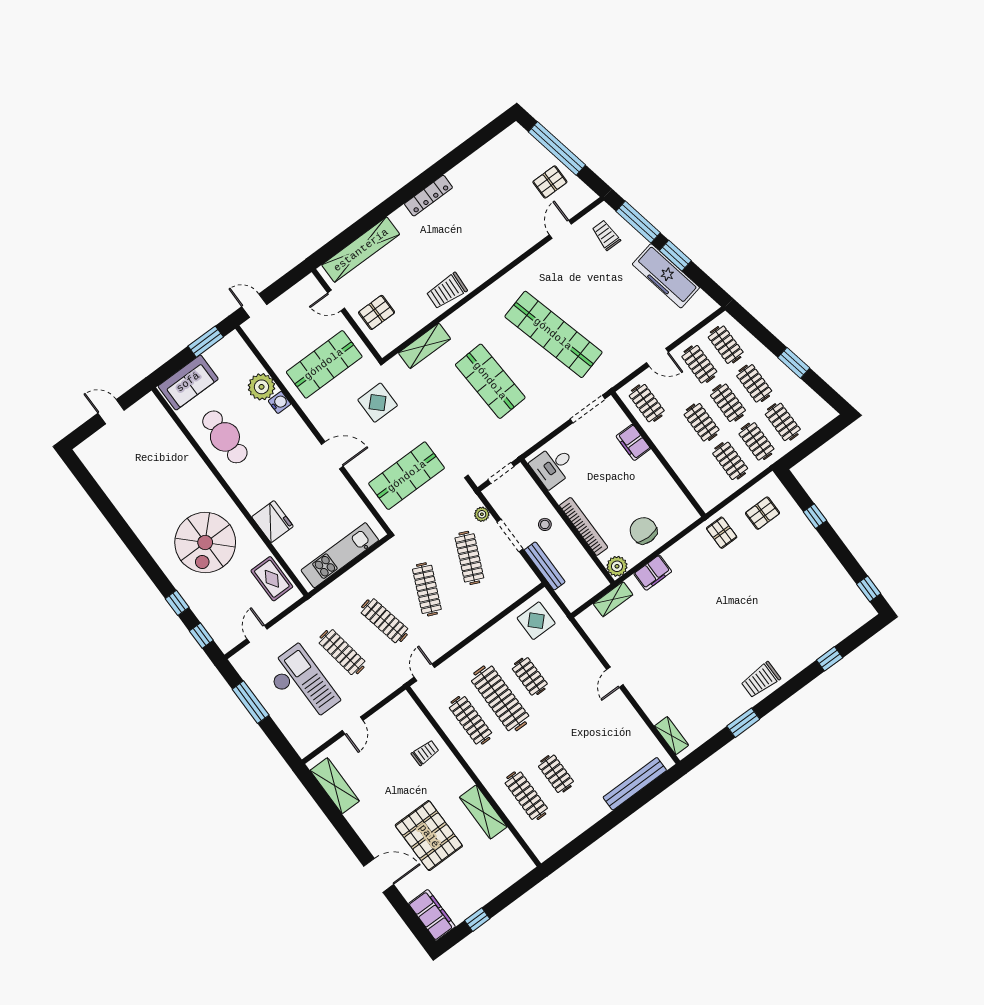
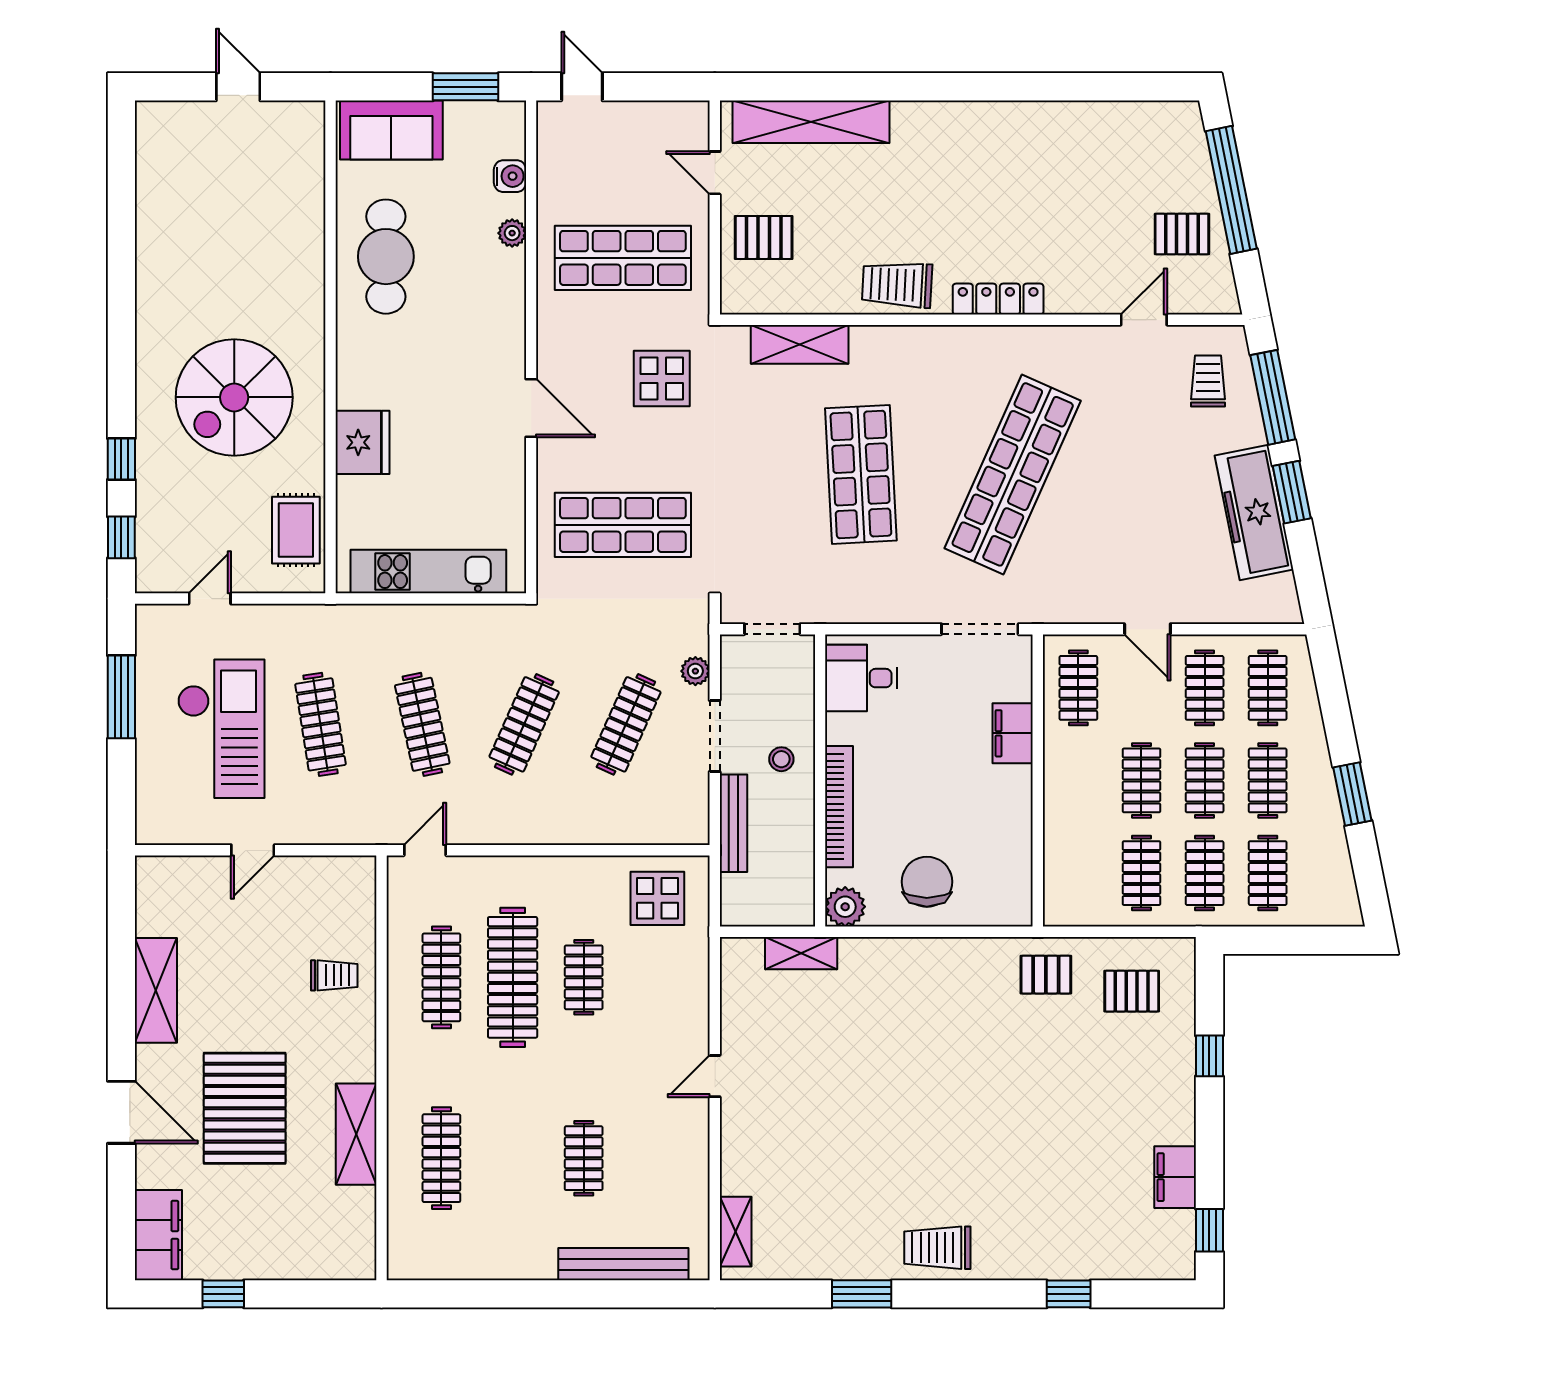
locker: (428, 196) -> (998, 299), moved, turned 180
shop shelf: (553, 334) -> (1013, 474), turned 39
plant: (262, 387) -> (512, 233), width x0.53, depth x0.53
water cooler: (279, 402) -> (510, 176), moved
pallet: (722, 533) -> (1046, 975), turned 90
filing cabinet: (653, 573) -> (1175, 1177), moved, turned 90
clothes rail: (556, 774) -> (584, 1158), moved
shelving: (335, 786) -> (156, 990), moved

